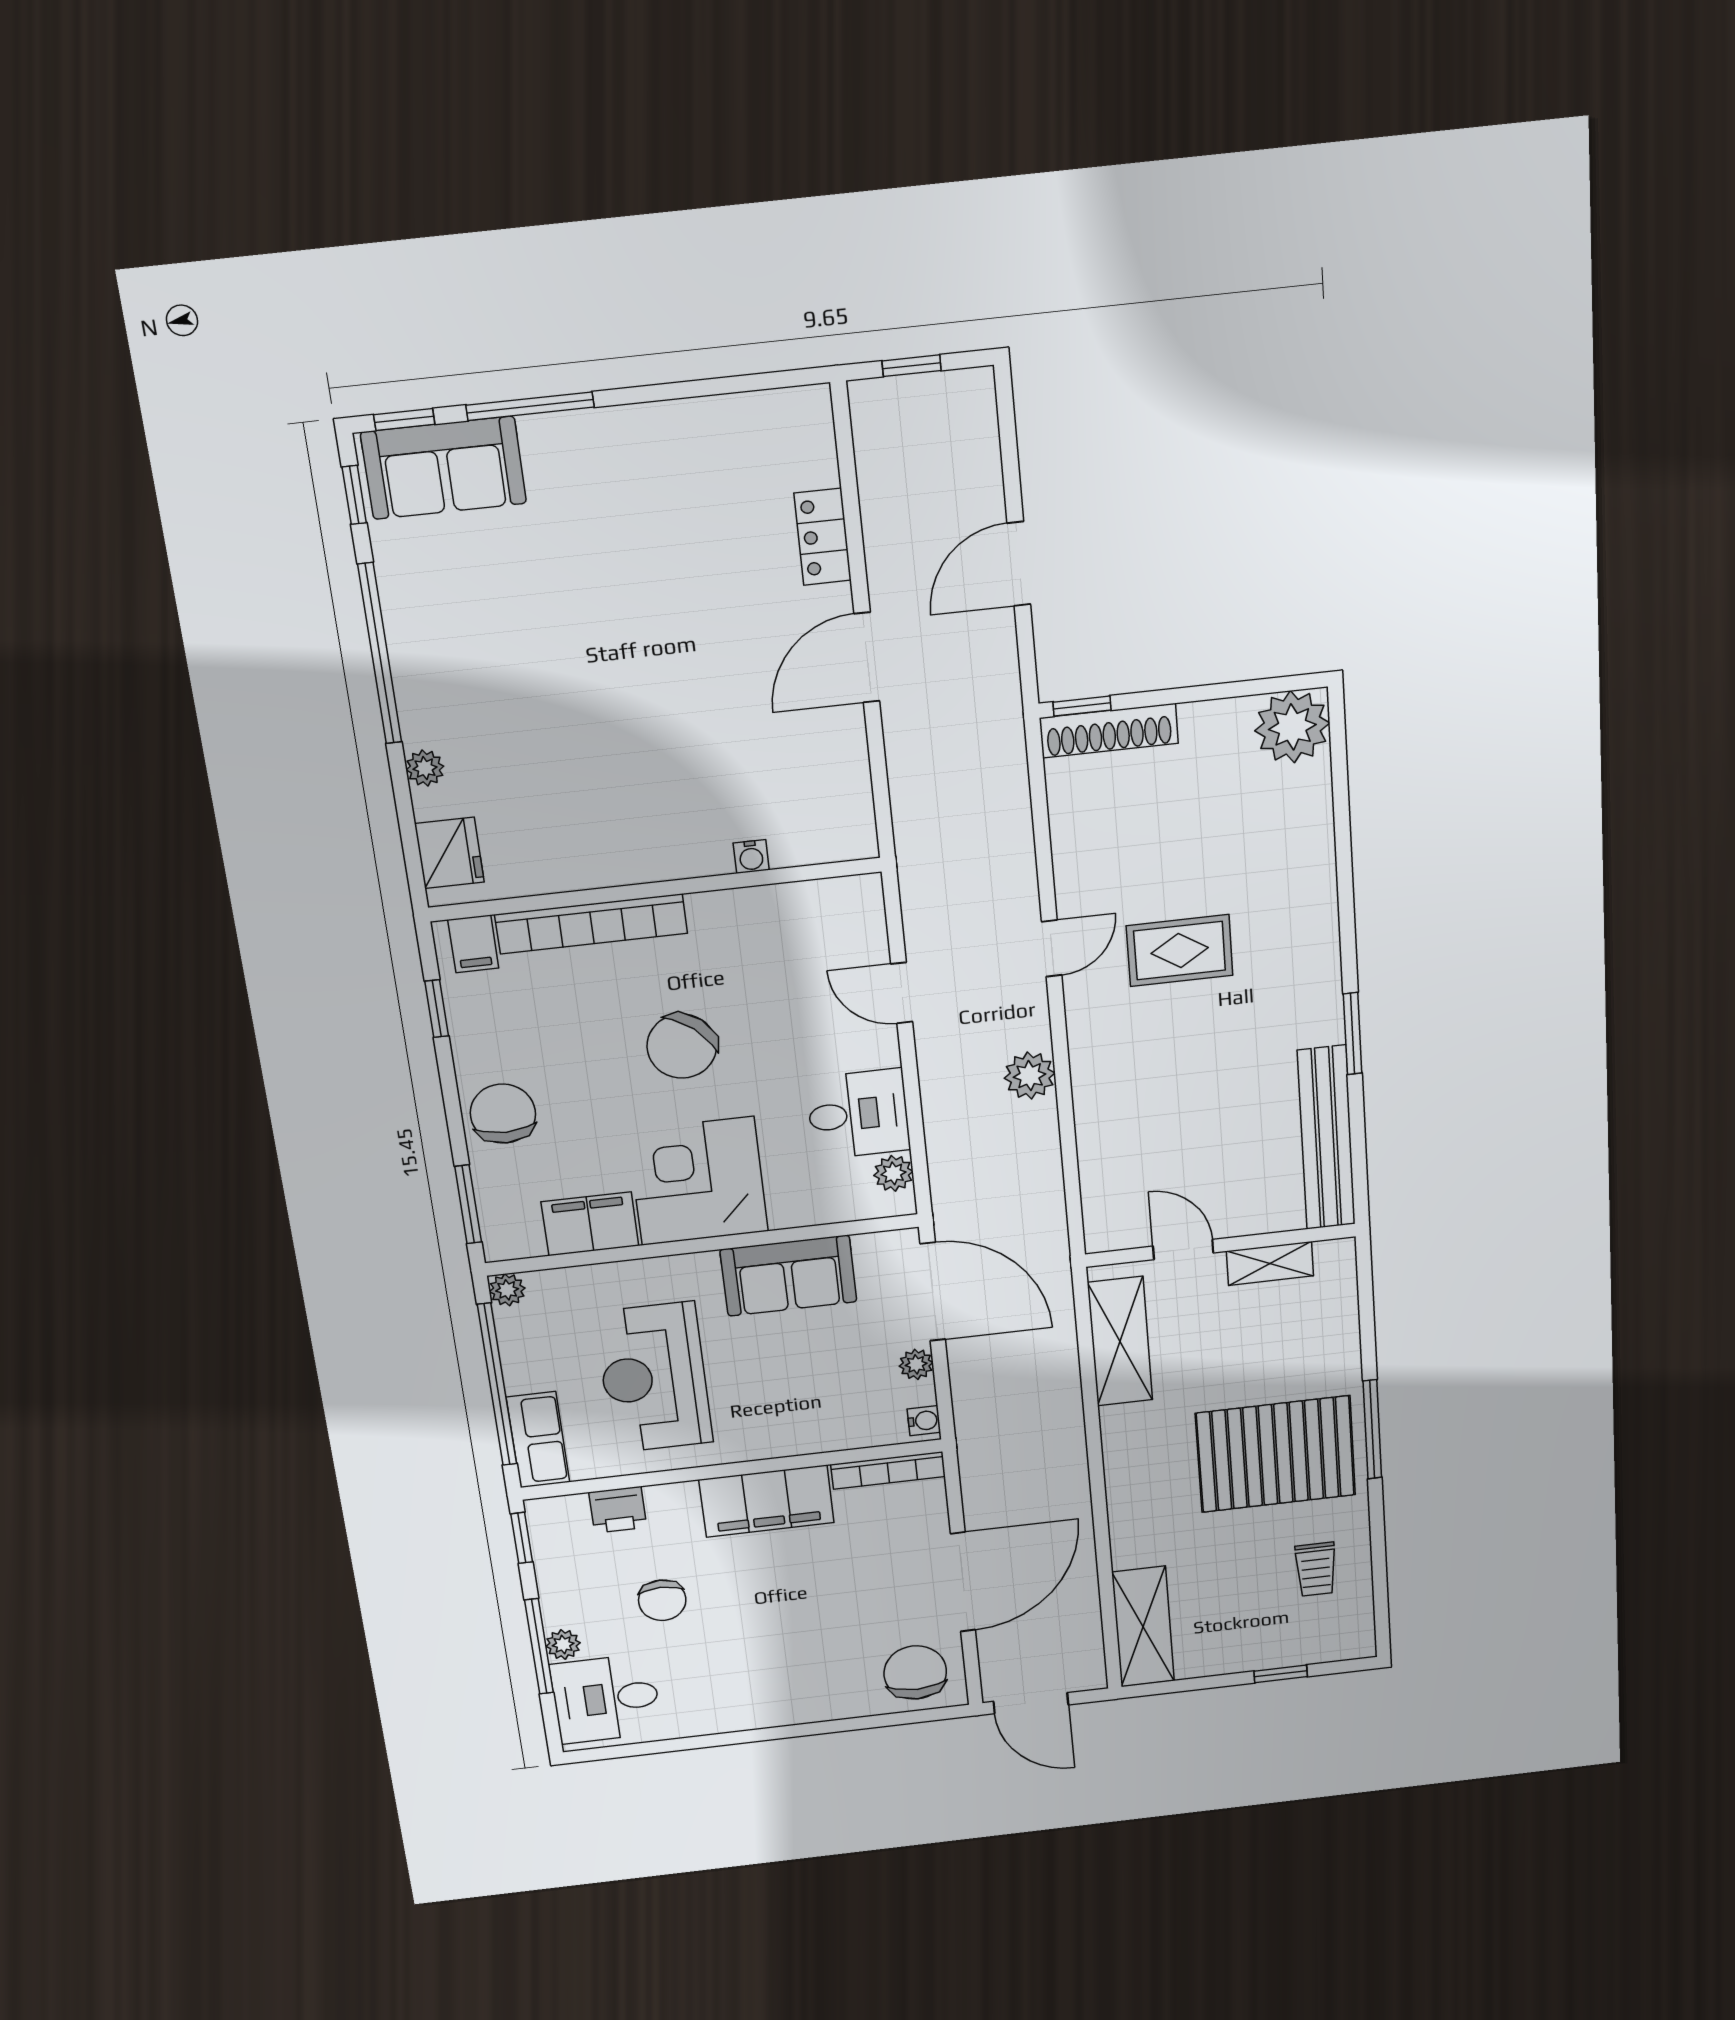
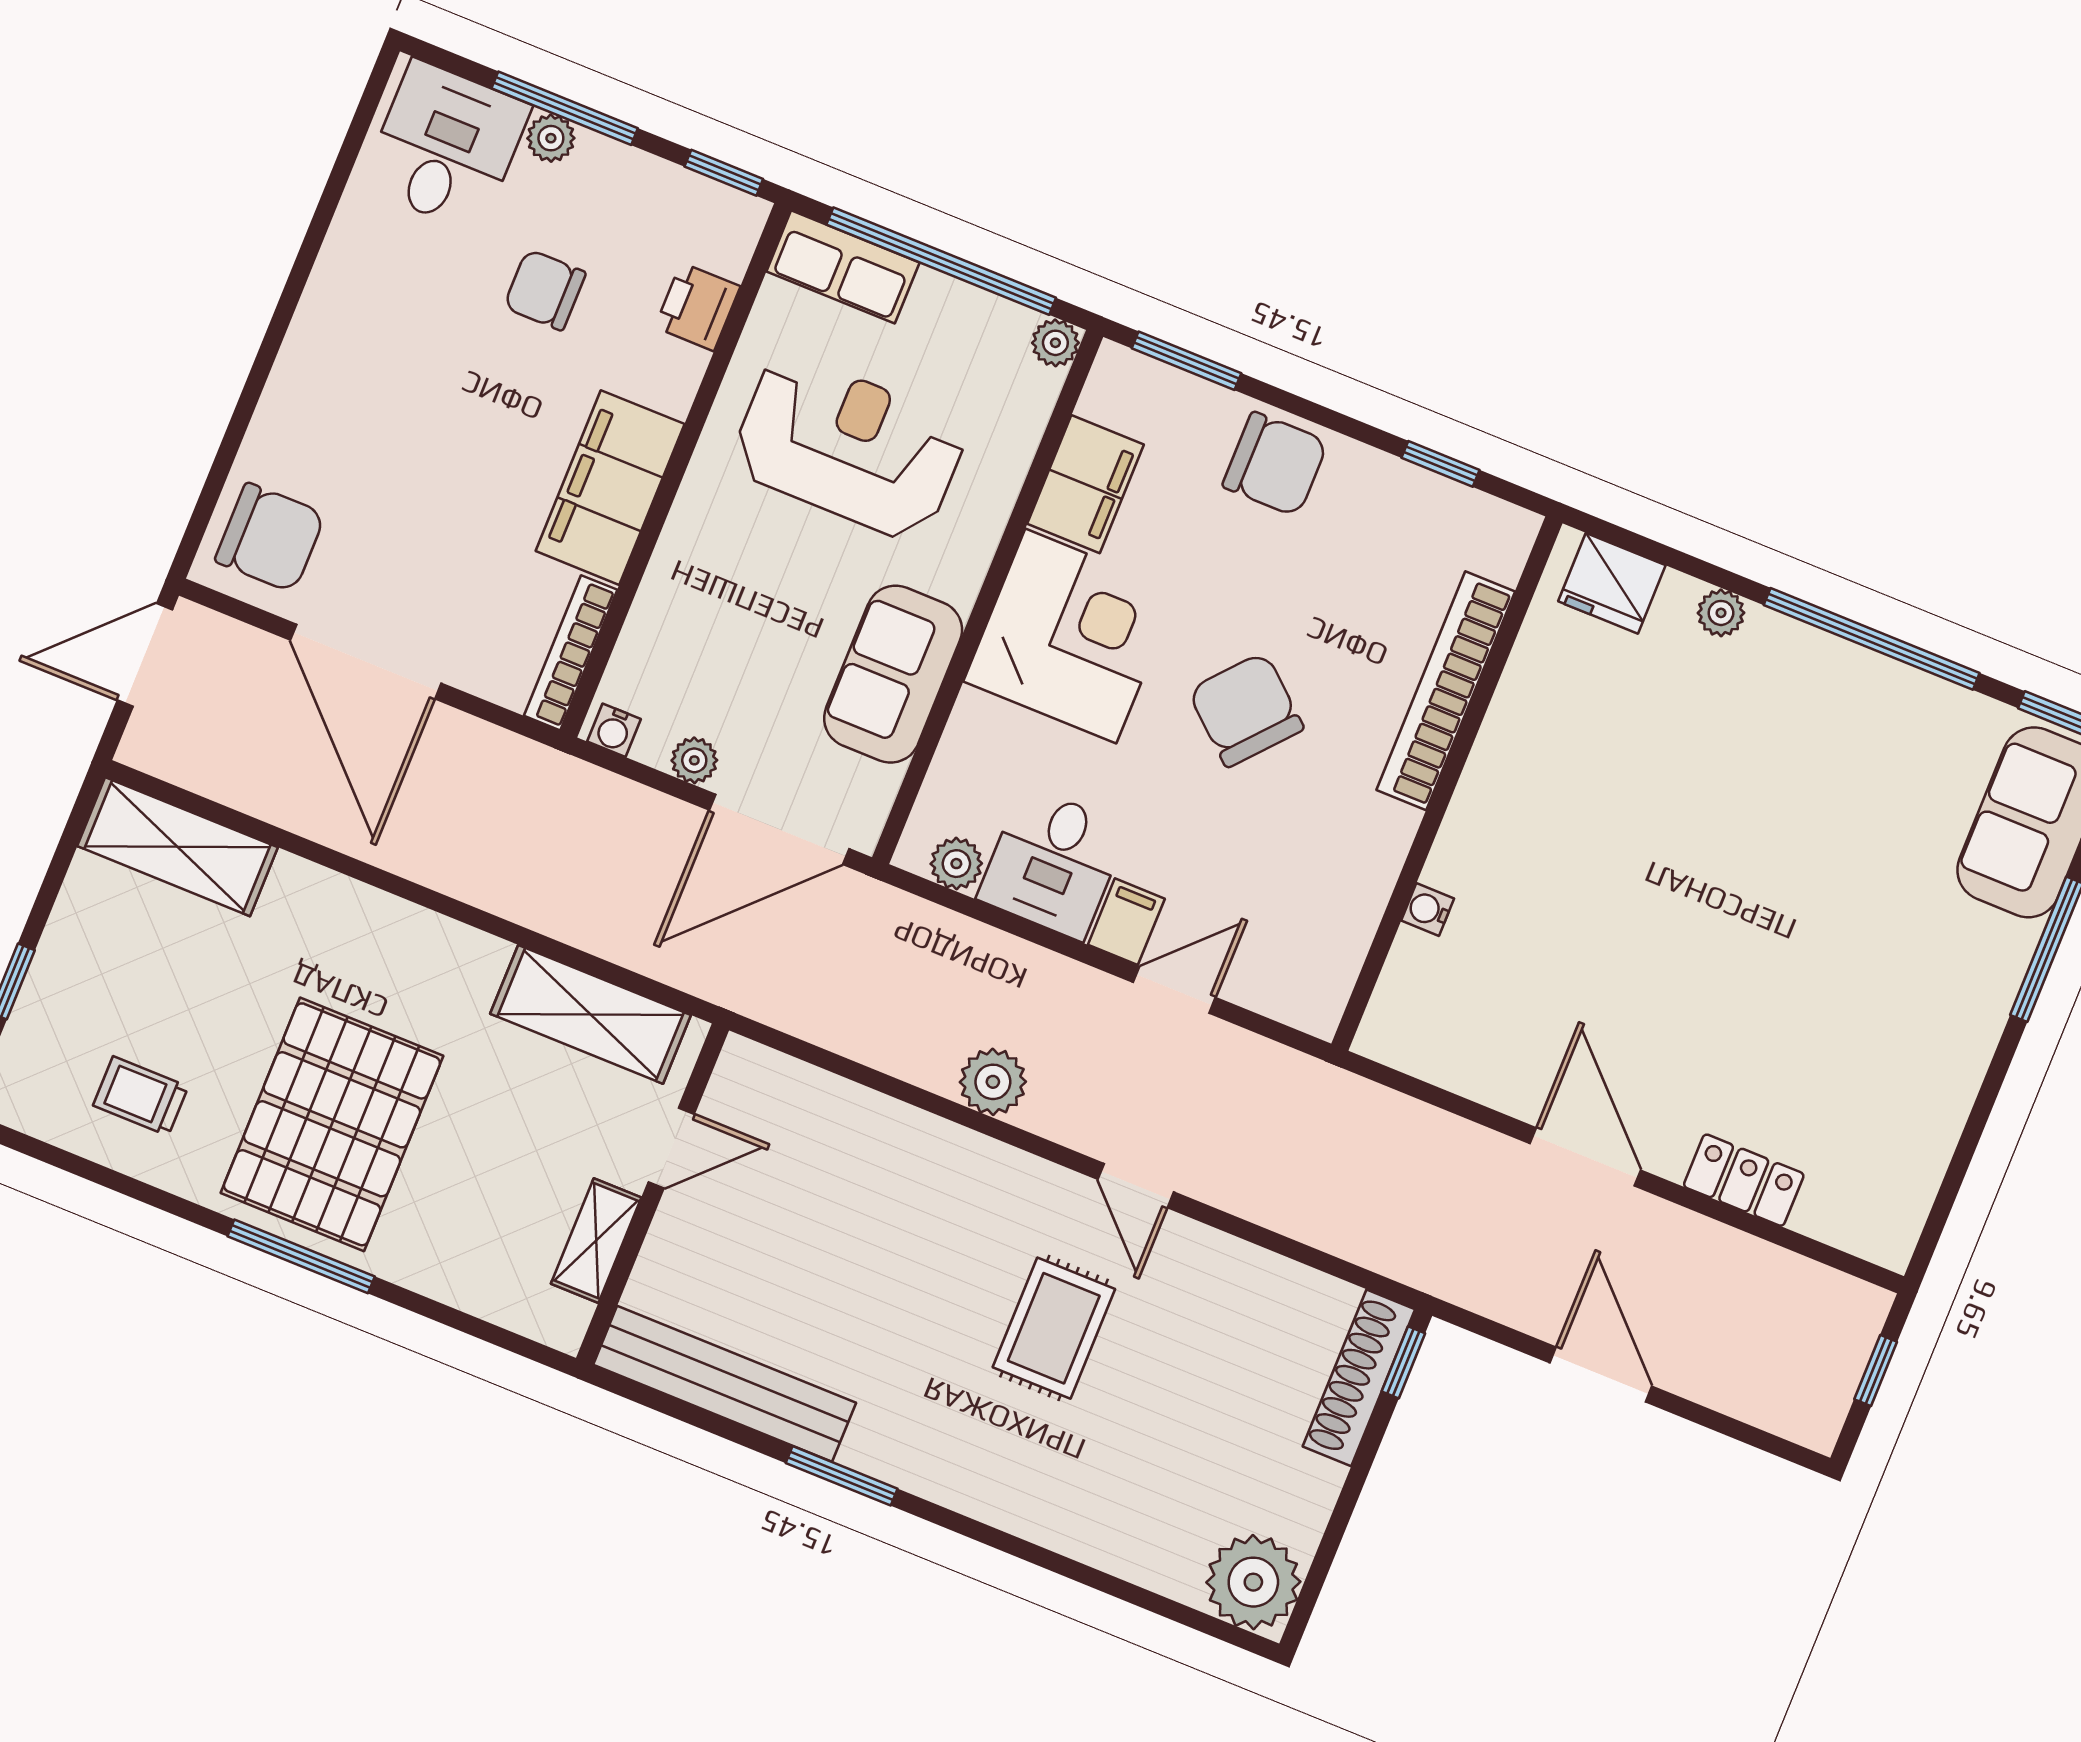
filing cabinet: (473, 944) -> (1126, 922), moved, turned 90

